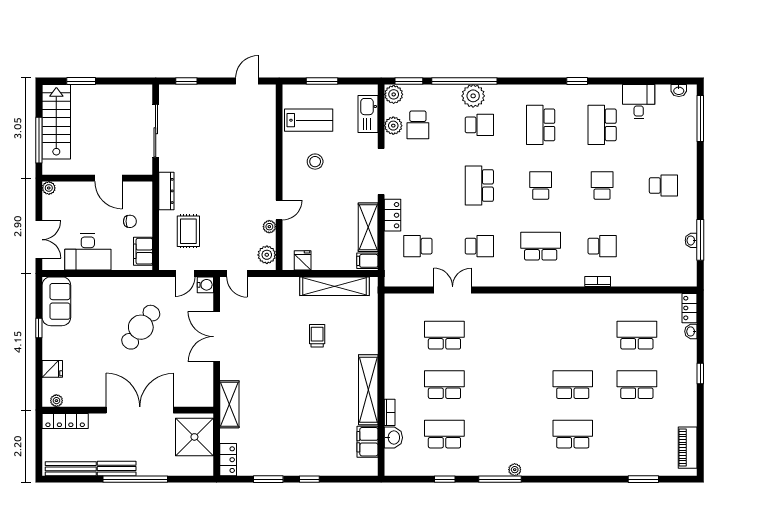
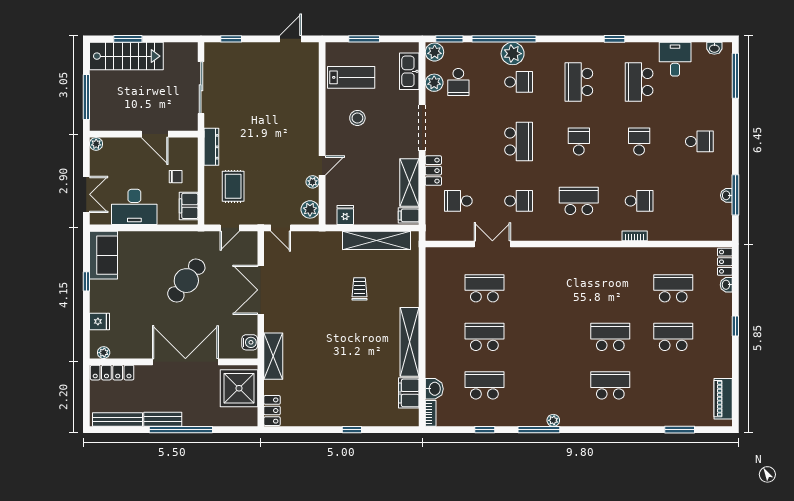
stairs: (56, 122) -> (126, 56), moved, turned 90
school desk: (479, 185) -> (519, 141), turned 180
water cooler: (205, 285) -> (250, 342), moved
bookcase: (390, 412) -> (431, 413), moved
window: (268, 479) -> (311, 430), removed

